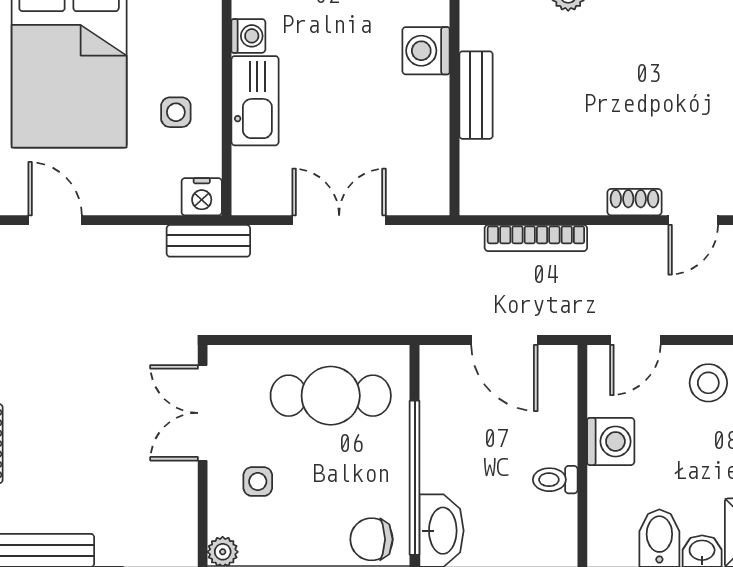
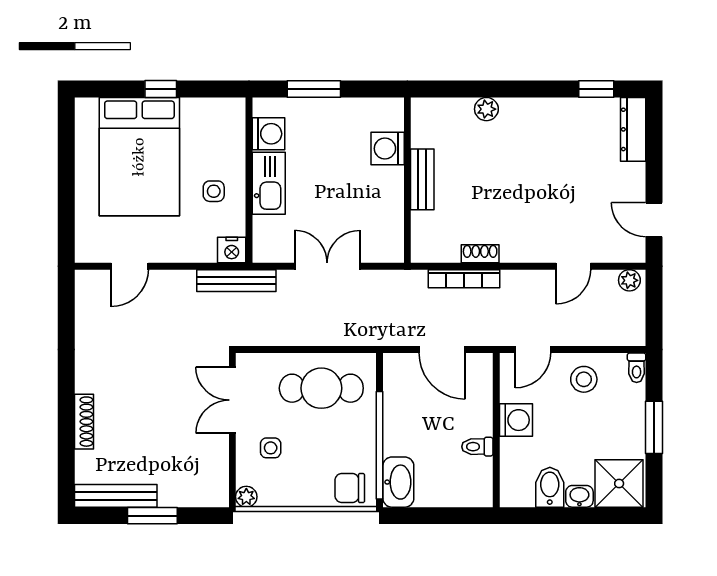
washing machine: (248, 36) -> (269, 134), width x1.38, depth x1.38
shoe rack: (634, 202) -> (480, 254), moved
door: (55, 220) -> (130, 266), swing flipped
bench: (208, 241) -> (236, 281), width x1.36

